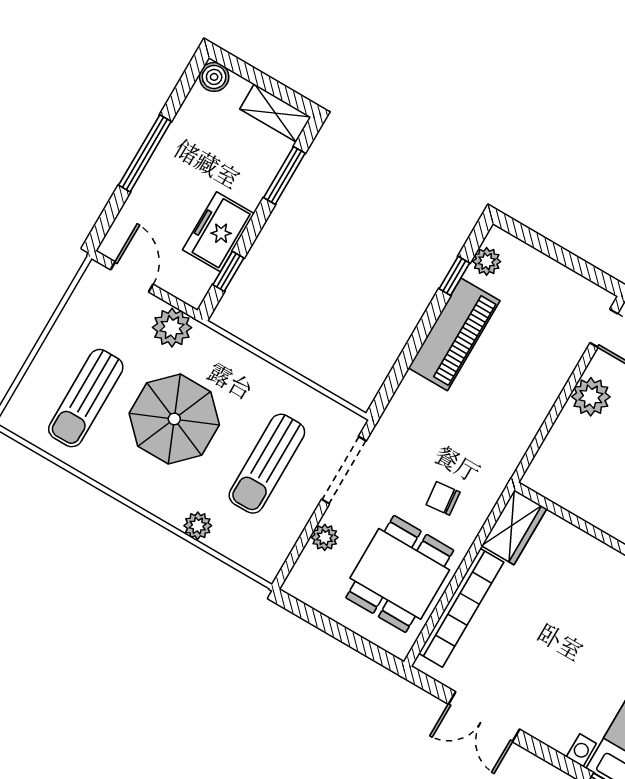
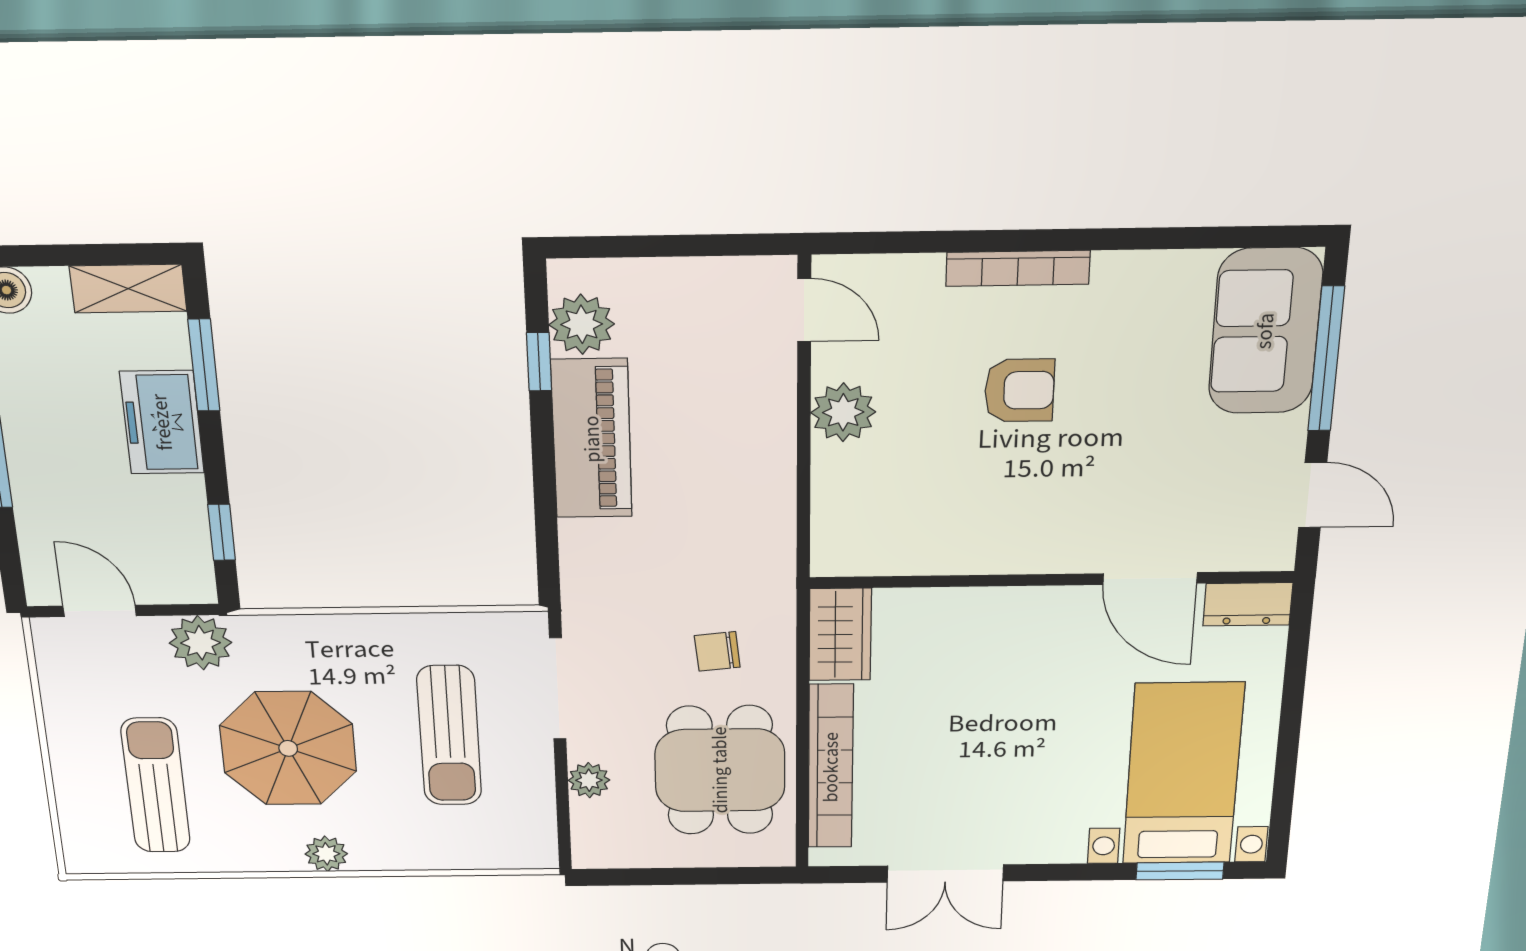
freezer: (218, 232) -> (162, 422), moved
plant: (487, 261) -> (582, 324), width x1.38, depth x1.38
sun lounger: (86, 398) -> (156, 785), turned 180
plant: (198, 526) -> (326, 854), moved

